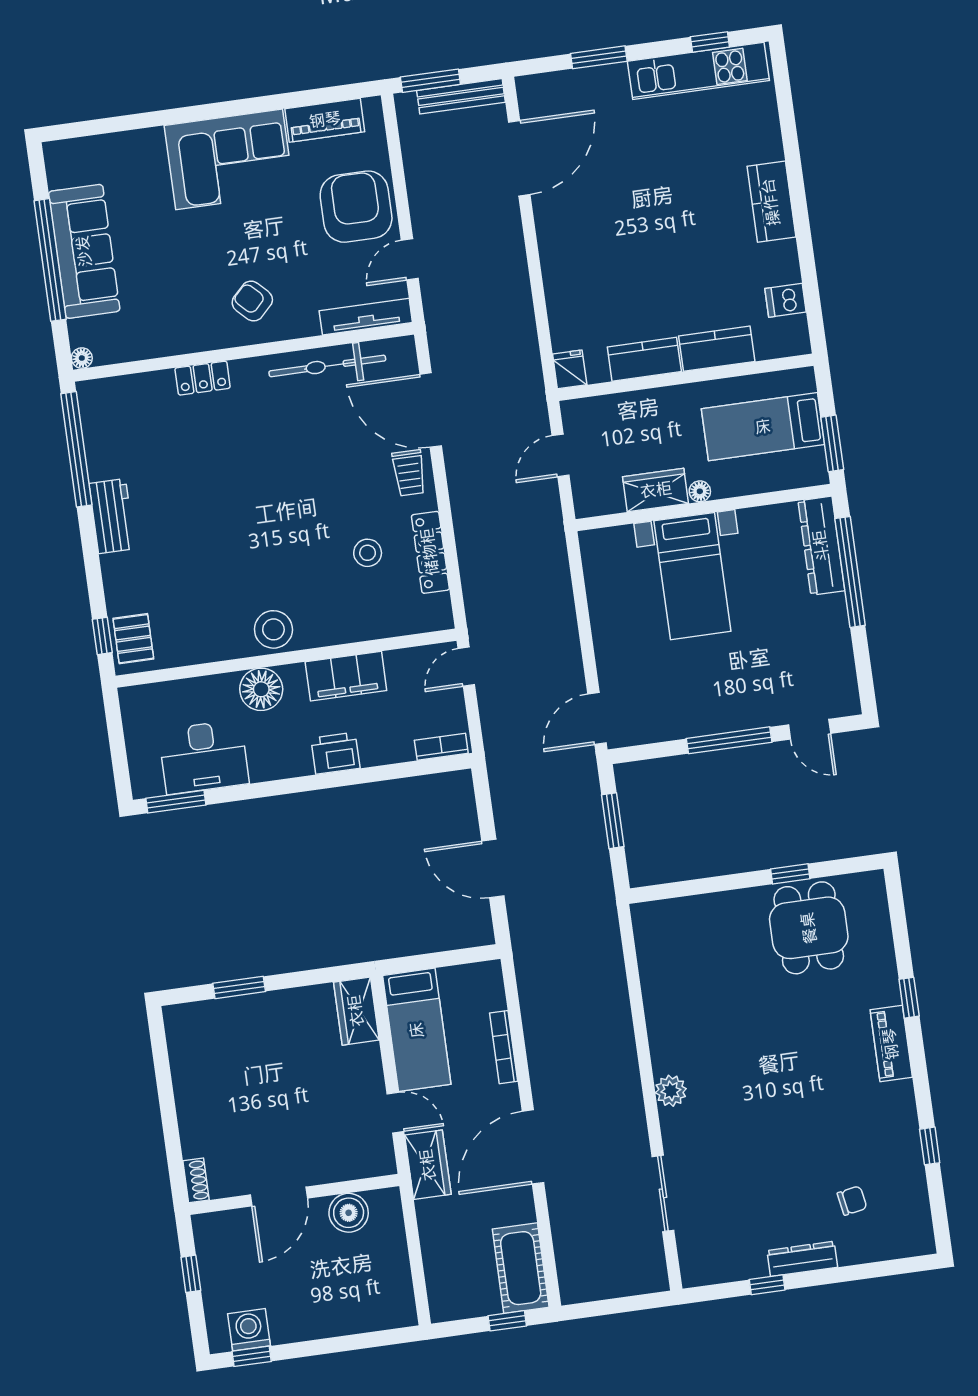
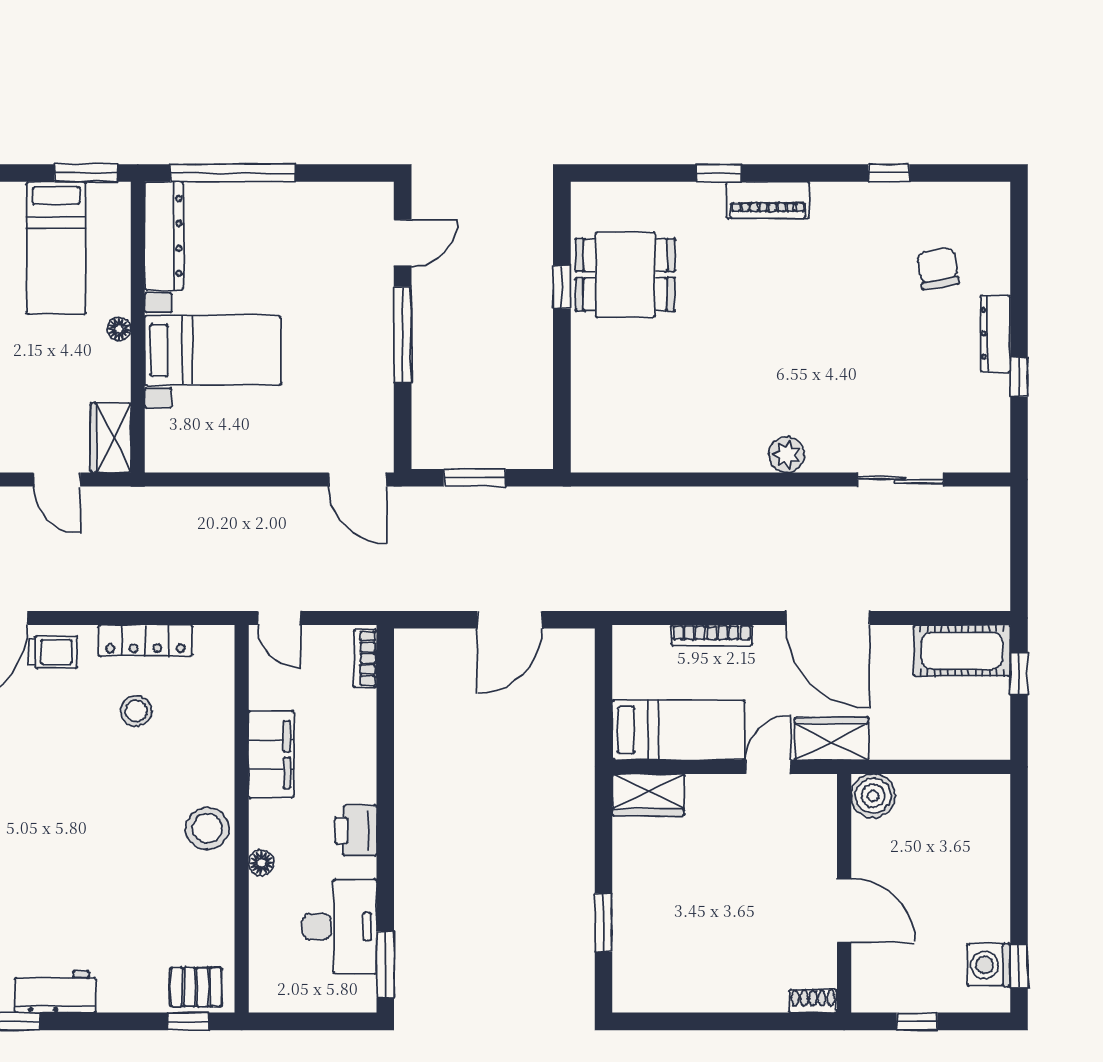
wardrobe: (656, 490) -> (111, 438), moved
dresser: (821, 546) -> (164, 236), moved, turned -90
floor lamp: (261, 689) -> (261, 863), width x0.53, depth x0.53
printer: (335, 753) -> (356, 830), moved
chair: (852, 1201) -> (938, 269), width x1.37, depth x1.37
boiler: (349, 1213) -> (873, 796), moved

